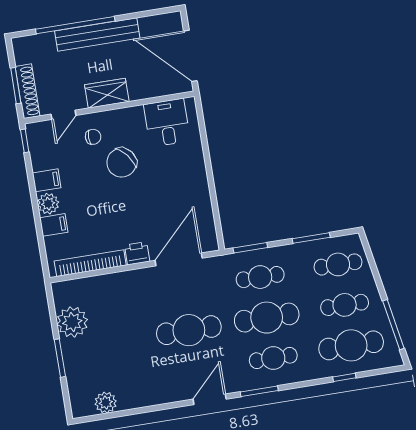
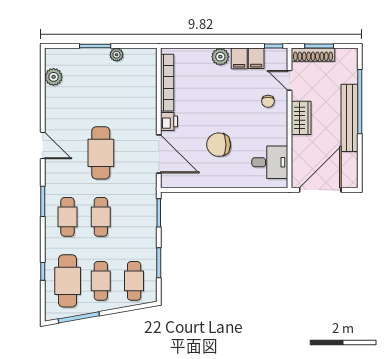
chair: (122, 163) -> (219, 145), moved, turned -52
filing cabinet: (54, 225) -> (256, 58), moved
cafe table: (260, 277) -> (134, 217), removed
cafe table: (267, 318) -> (101, 217), width x0.73, depth x0.74
plant: (72, 322) -> (117, 55), width x0.53, depth x0.53
door: (210, 399) -> (43, 146), moved

